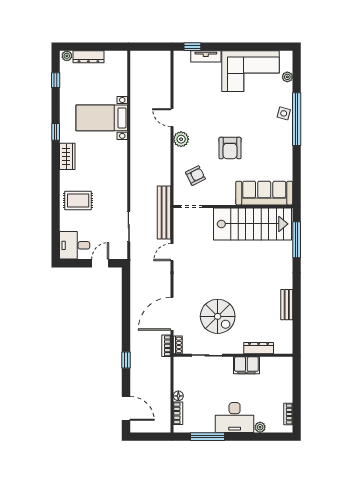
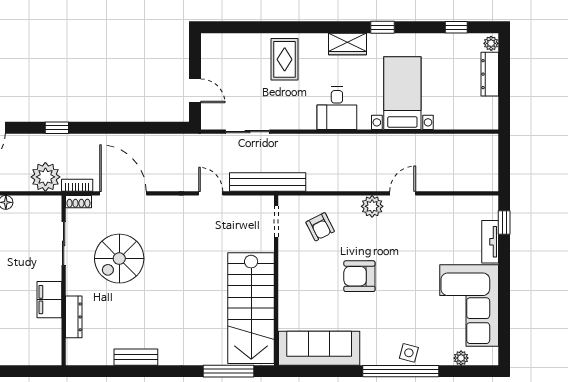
sofa: (264, 193) -> (319, 348), moved, turned -90
desk: (75, 245) -> (337, 108), moved, turned 180
plant: (160, 368) -> (45, 177), added

